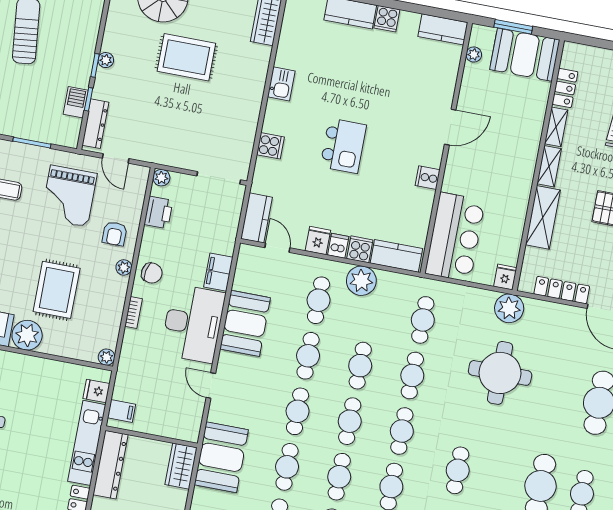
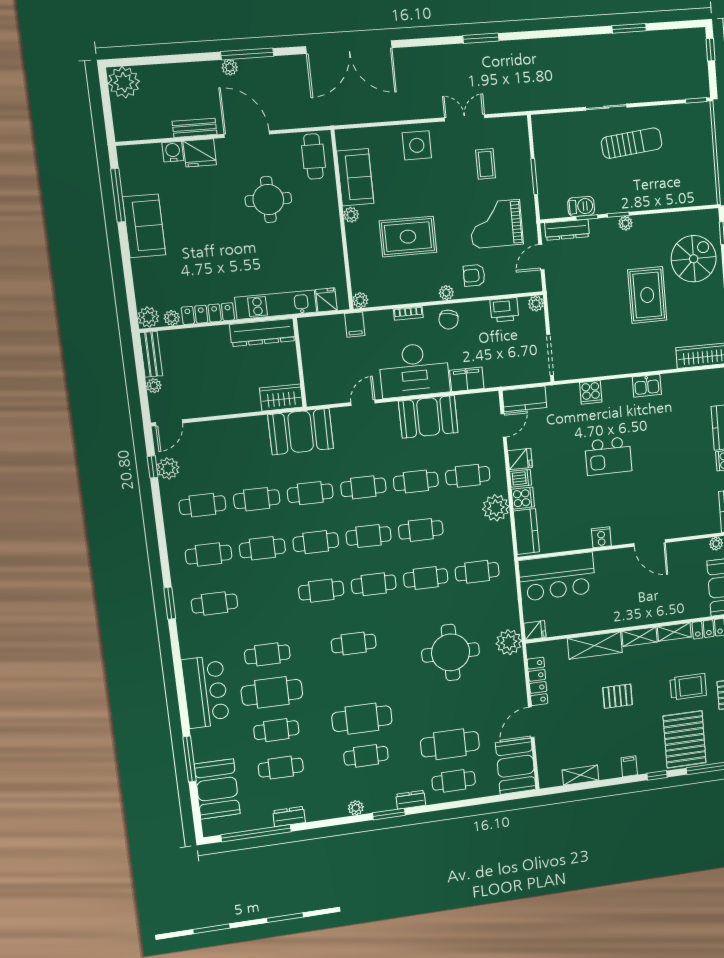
plant: (27, 335) -> (351, 215), width x0.53, depth x0.53
filing cabinet: (121, 411) -> (355, 325), moved

